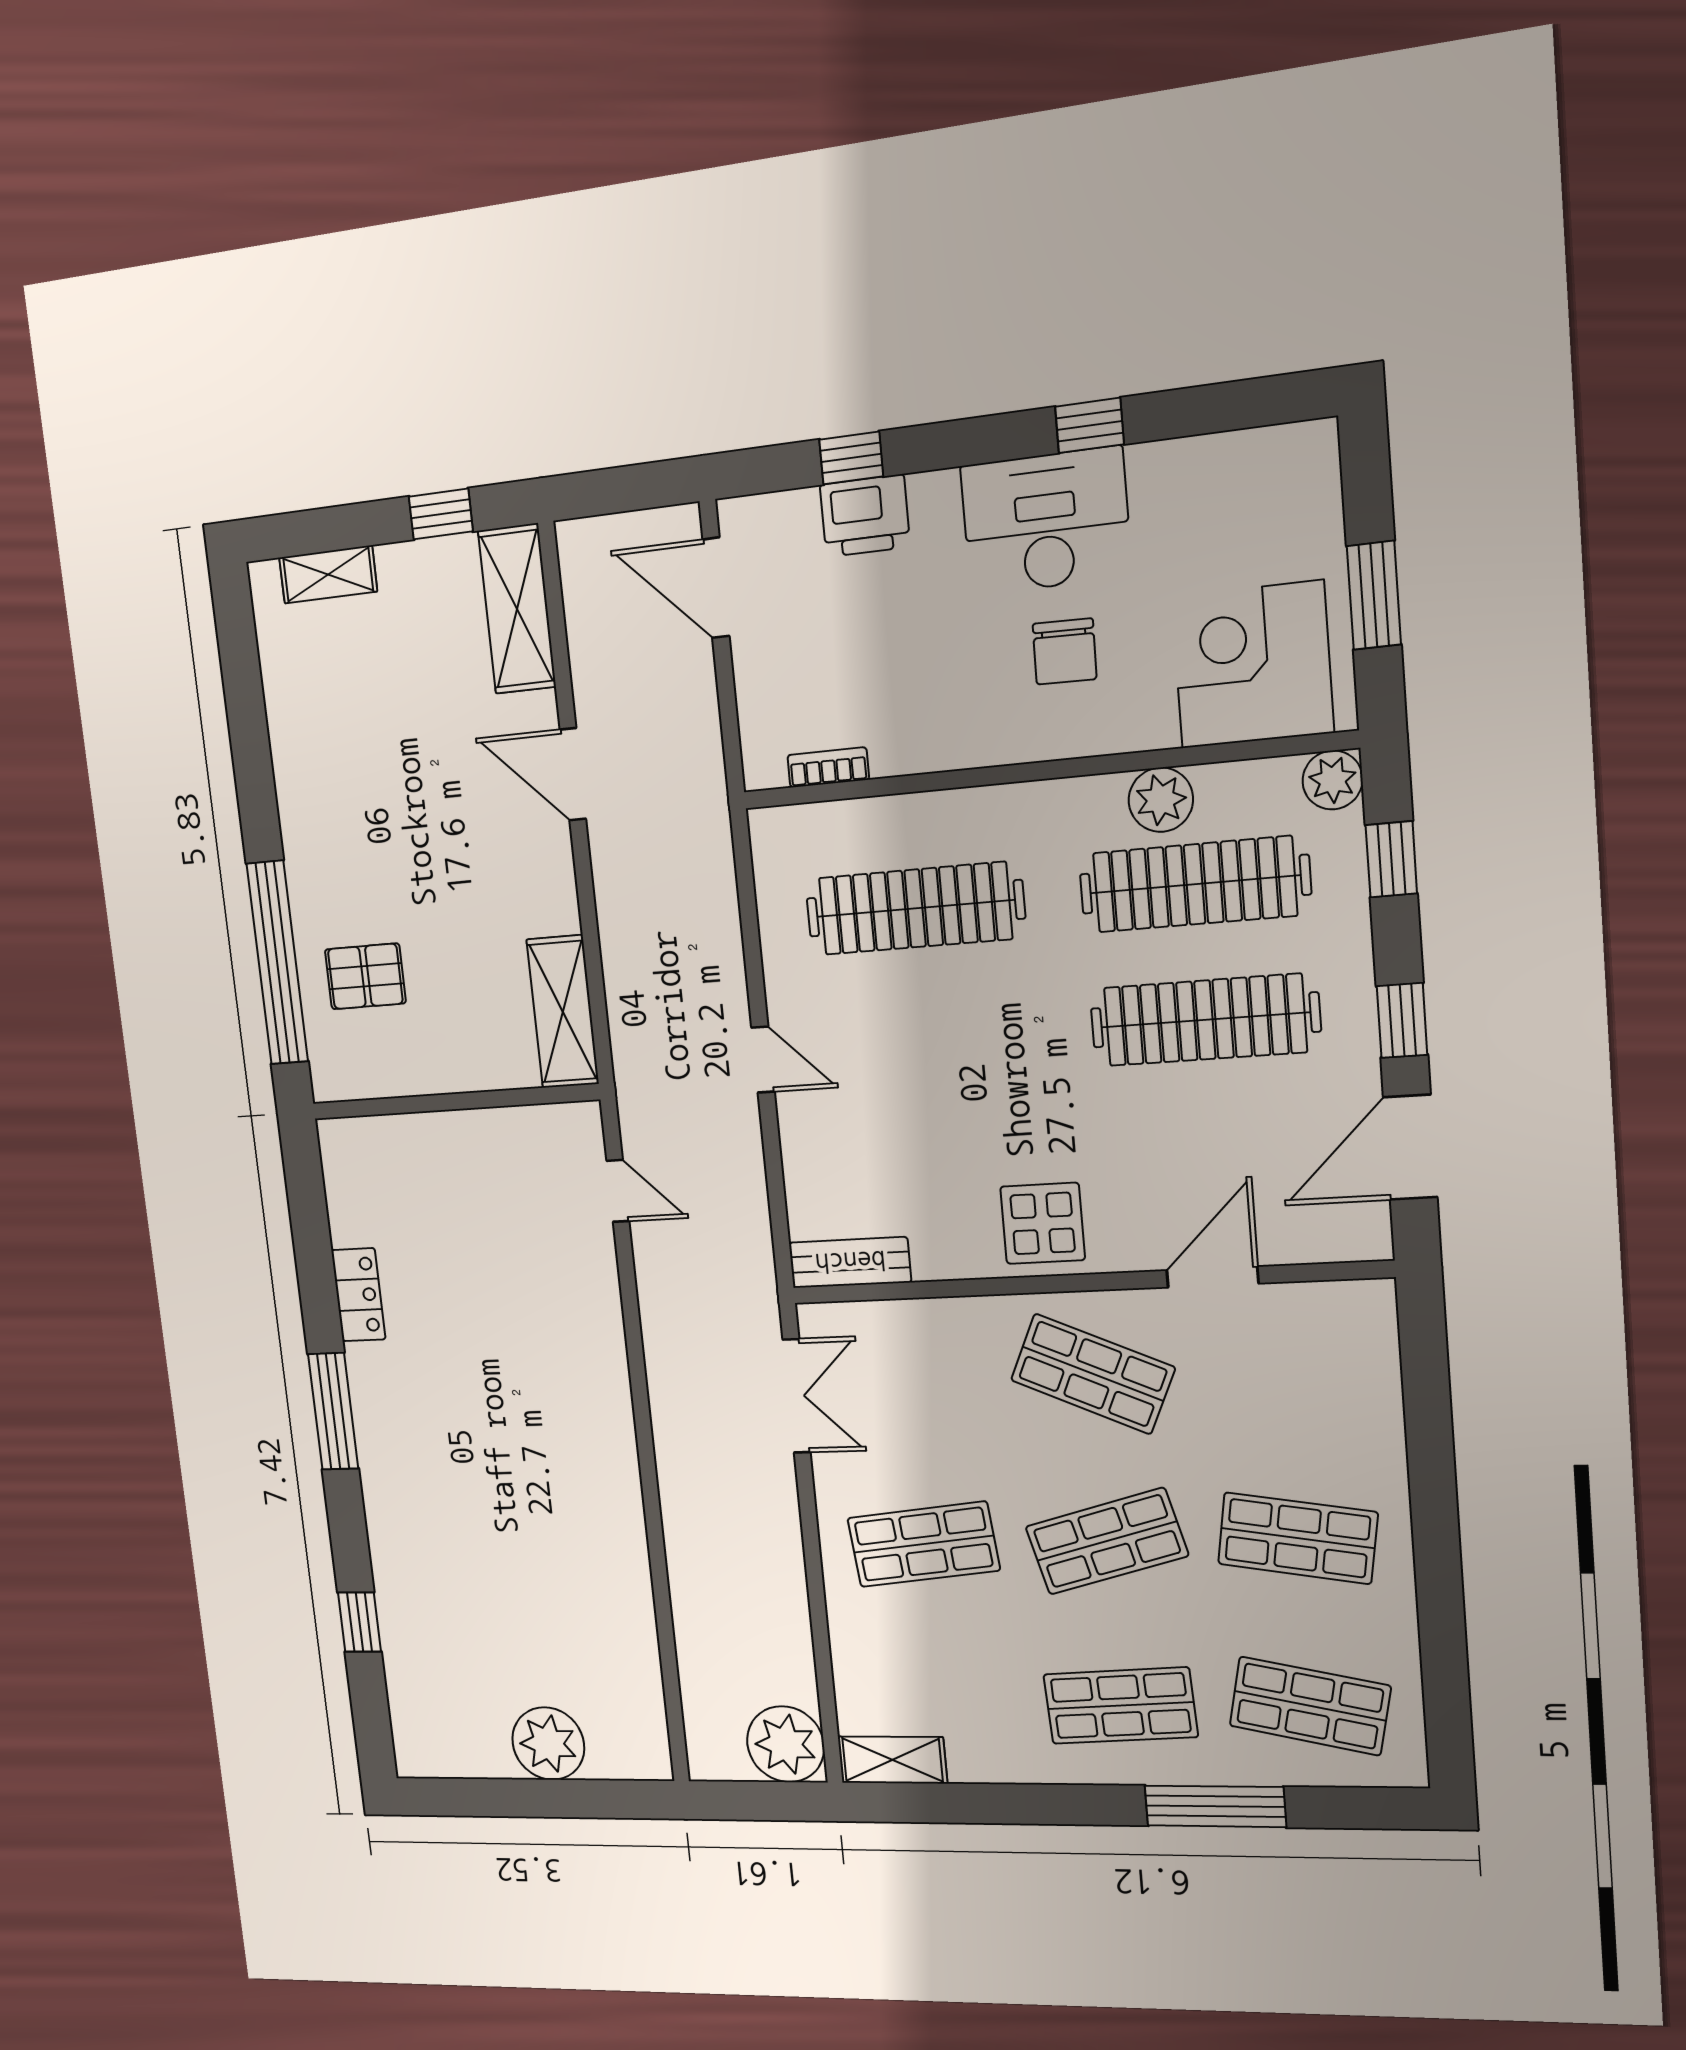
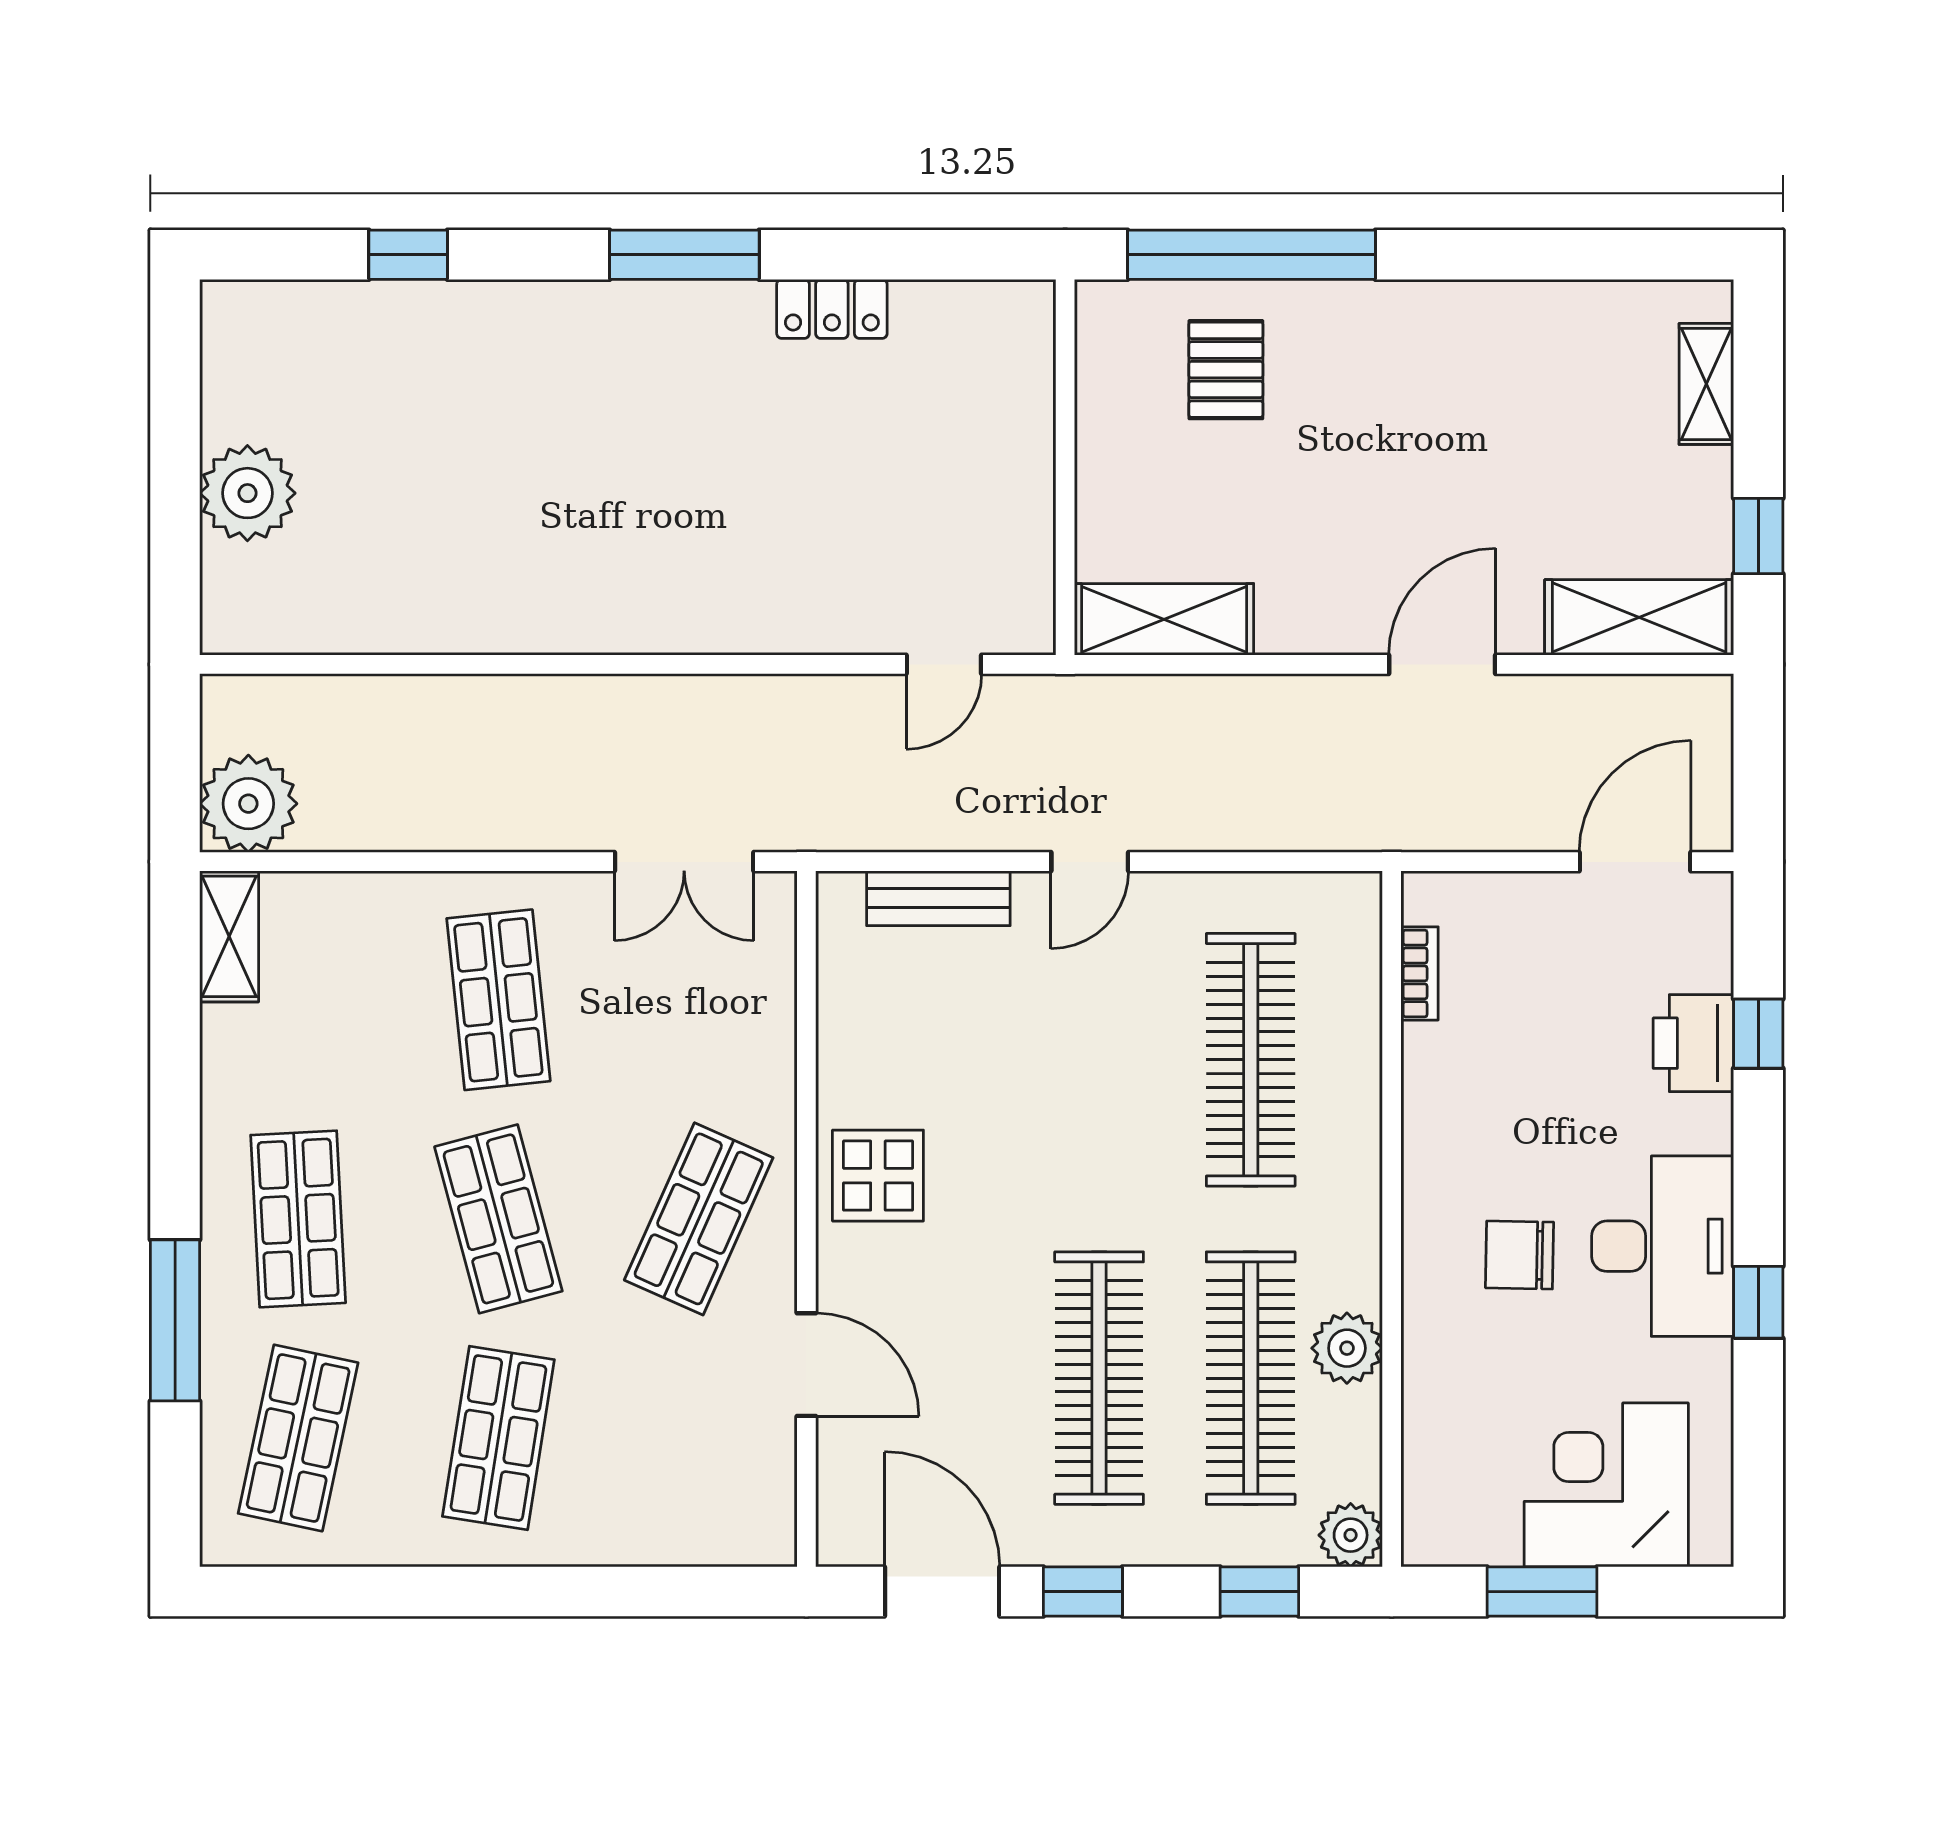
corner desk: (1252, 665) -> (1606, 1485), moved, turned -90
bench: (850, 1262) -> (938, 898), moved, turned 90

